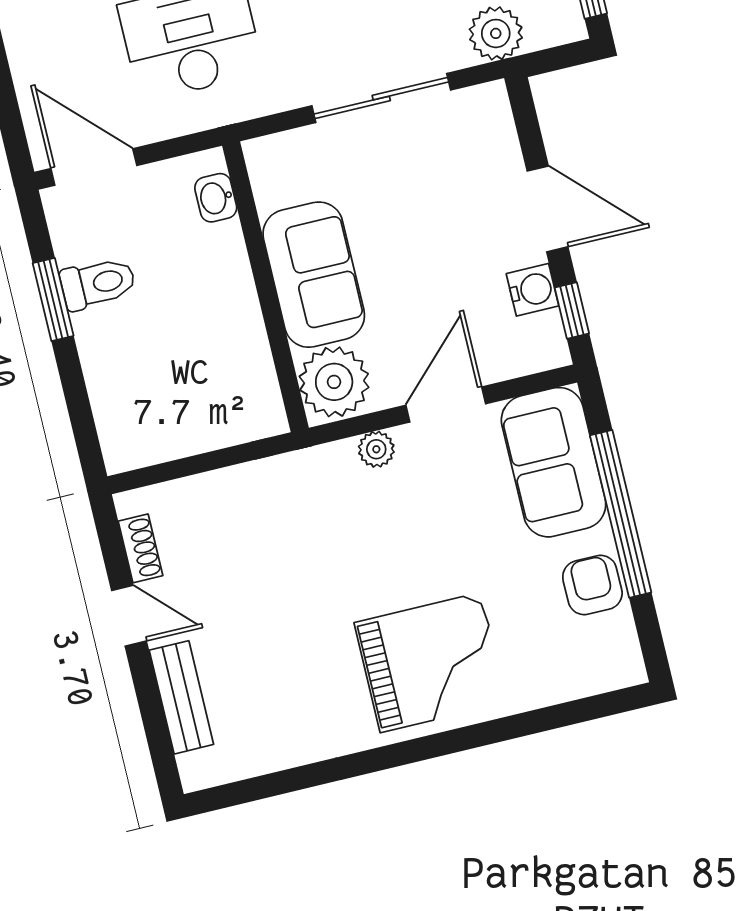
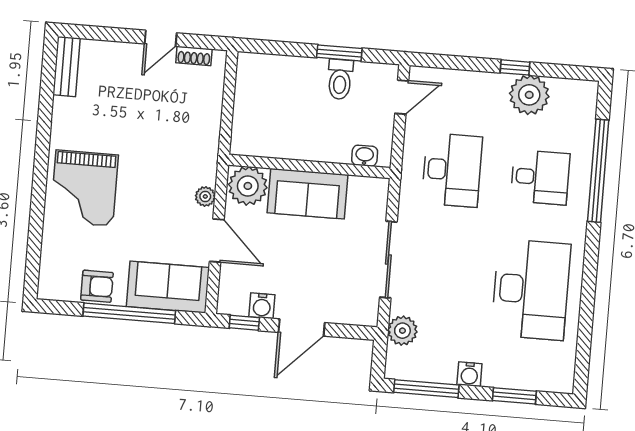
door: (94, 167) -> (402, 97), width x0.73
bench: (181, 697) -> (67, 66), moved, turned 90

